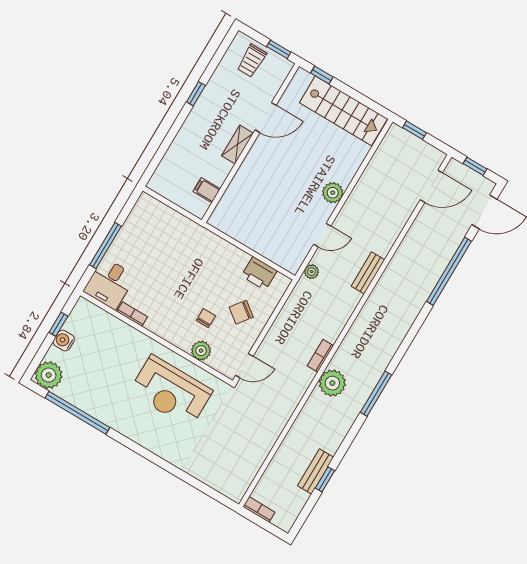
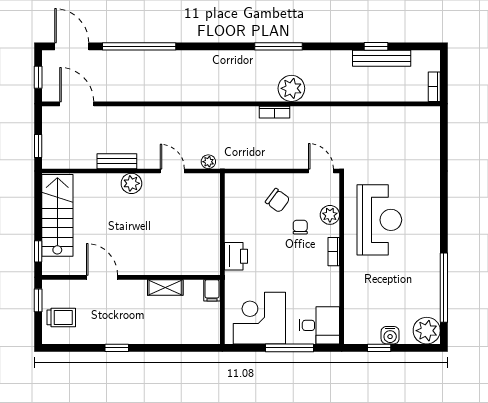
shelving: (238, 144) -> (165, 287), moved
filing cabinet: (207, 190) -> (212, 290), moved
corner desk: (147, 235) -> (259, 318), added
printer: (259, 273) -> (236, 256), moved
bench: (368, 273) -> (117, 161), moved
bookcase: (132, 314) -> (334, 252), moved
chair: (206, 318) -> (300, 227), turned 90
bench: (316, 471) -> (382, 58), width x1.36

